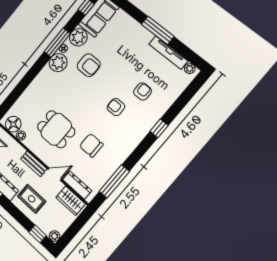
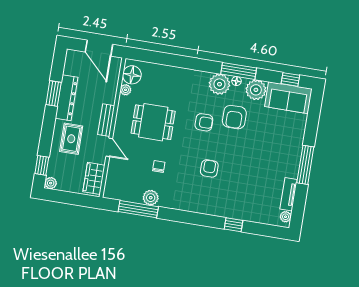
tv unit: (168, 52) -> (289, 194), width x0.71
armchair: (143, 91) -> (204, 122), moved
window: (159, 128) -> (233, 225), moved
dining table: (56, 129) -> (153, 122), turned 90
chair: (91, 145) -> (159, 167), width x0.54, depth x0.54
plant: (111, 166) -> (151, 198), added
dresser: (77, 185) -> (113, 176), removed

